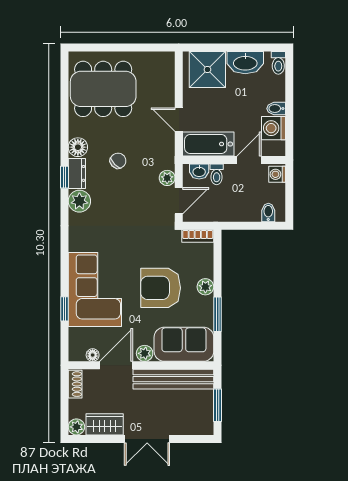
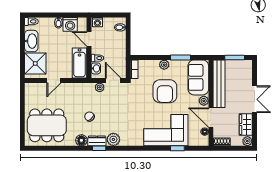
dining table: (103, 89) -> (47, 125), turned 90
door: (179, 120) -> (54, 80), moved

